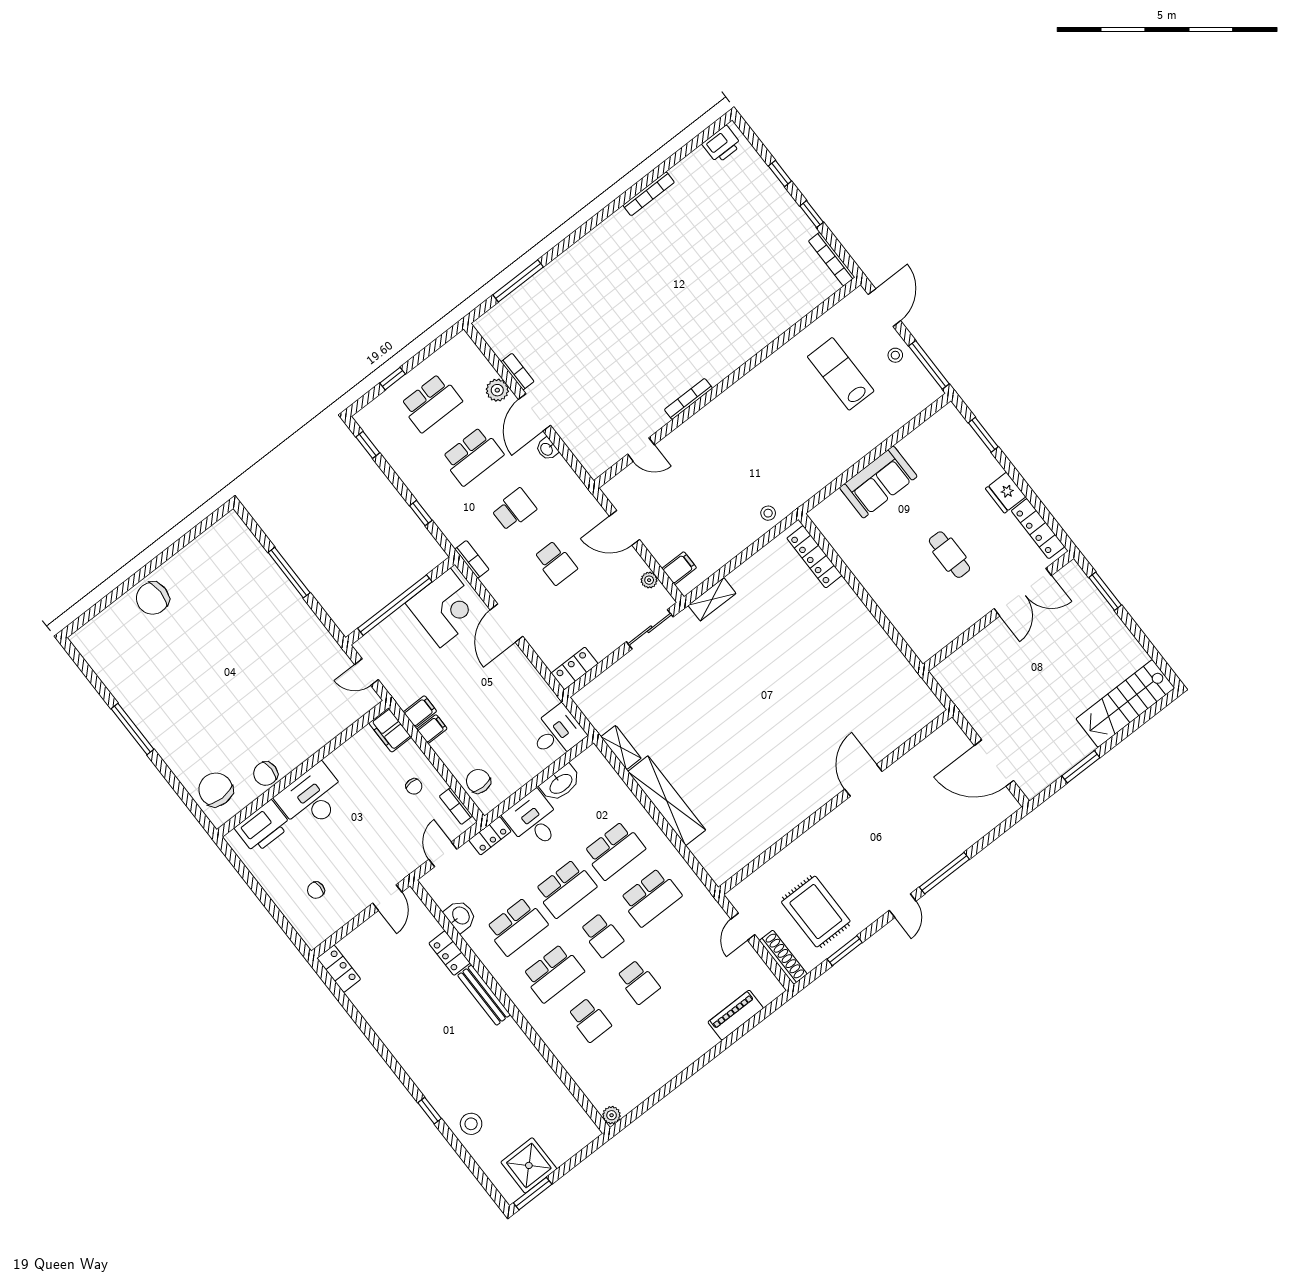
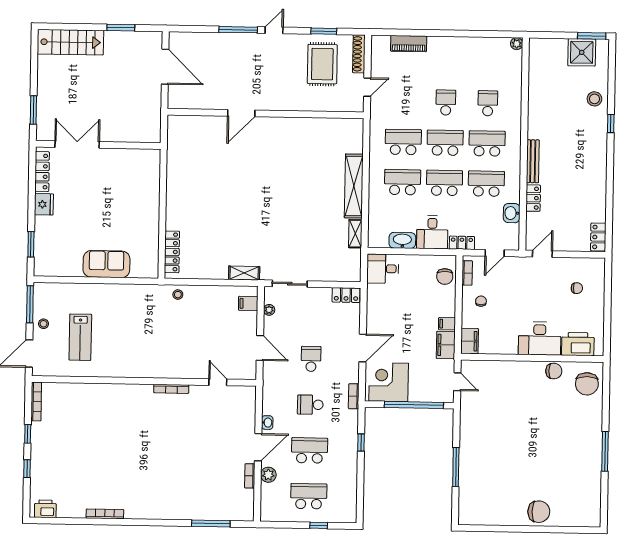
window: (368, 445) -> (360, 501), removed
cafe table: (949, 555) -> (100, 195), removed
filing cabinet: (420, 712) -> (446, 345), width x2.00
school desk: (602, 935) -> (445, 143), width x1.85

